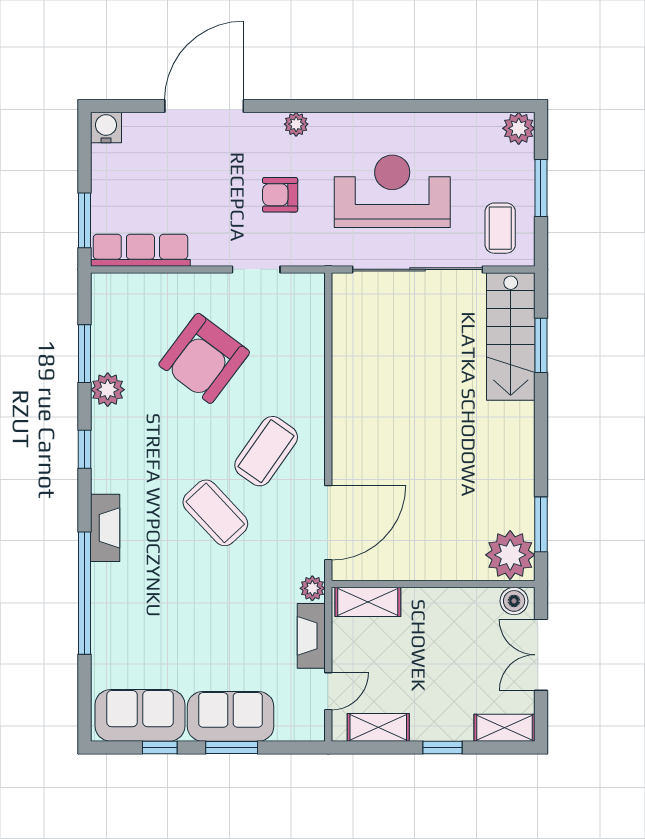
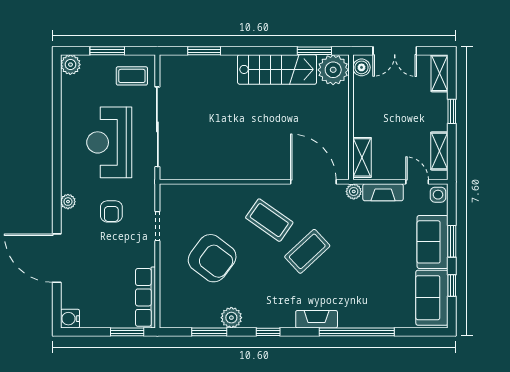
stairs: (511, 336) -> (277, 69), moved
side table: (307, 725) -> (438, 195), added

